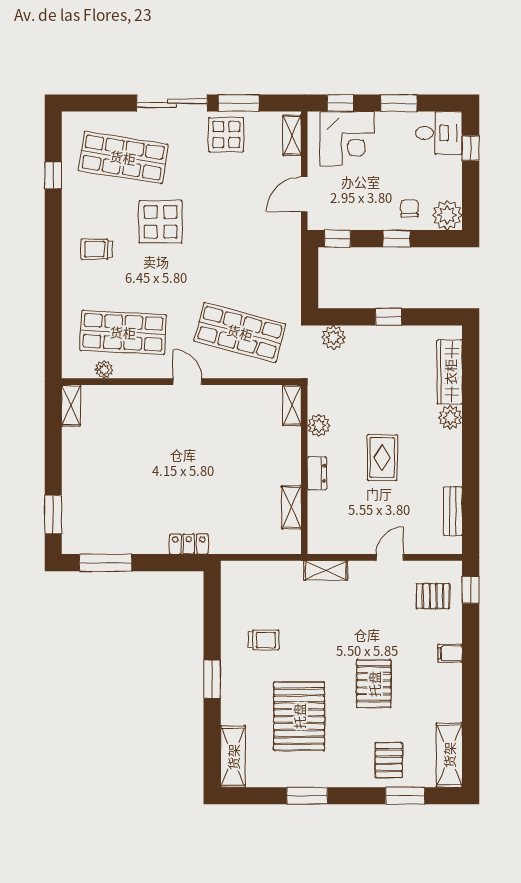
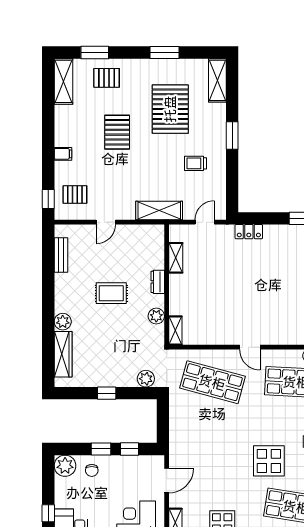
window: (337, 239) -> (130, 449), moved
rug: (382, 457) -> (111, 293), turned 90
door: (251, 557) -> (205, 222), added
shelving: (326, 570) -> (159, 211), width x1.50, depth x1.33
pallet: (389, 760) -> (107, 78), turned 90

